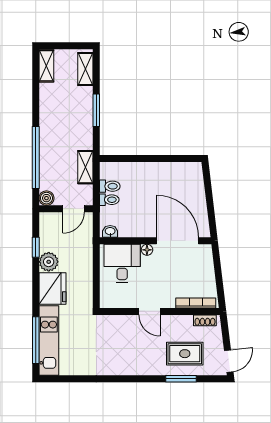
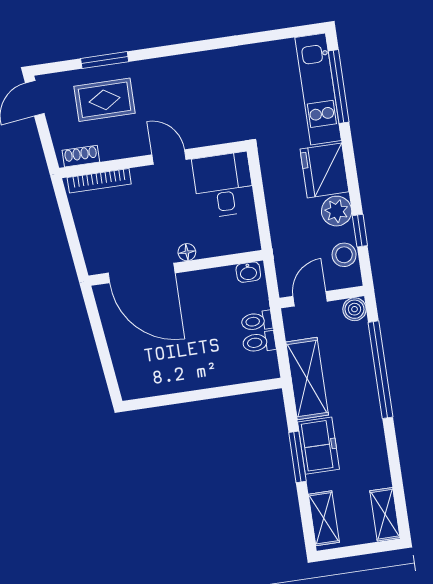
freezer: (82, 115) -> (319, 446), added
shelving: (85, 167) -> (307, 379), width x1.50, depth x1.33
stool: (48, 233) -> (344, 255), added
desk: (122, 264) -> (224, 185), moved, turned 180

